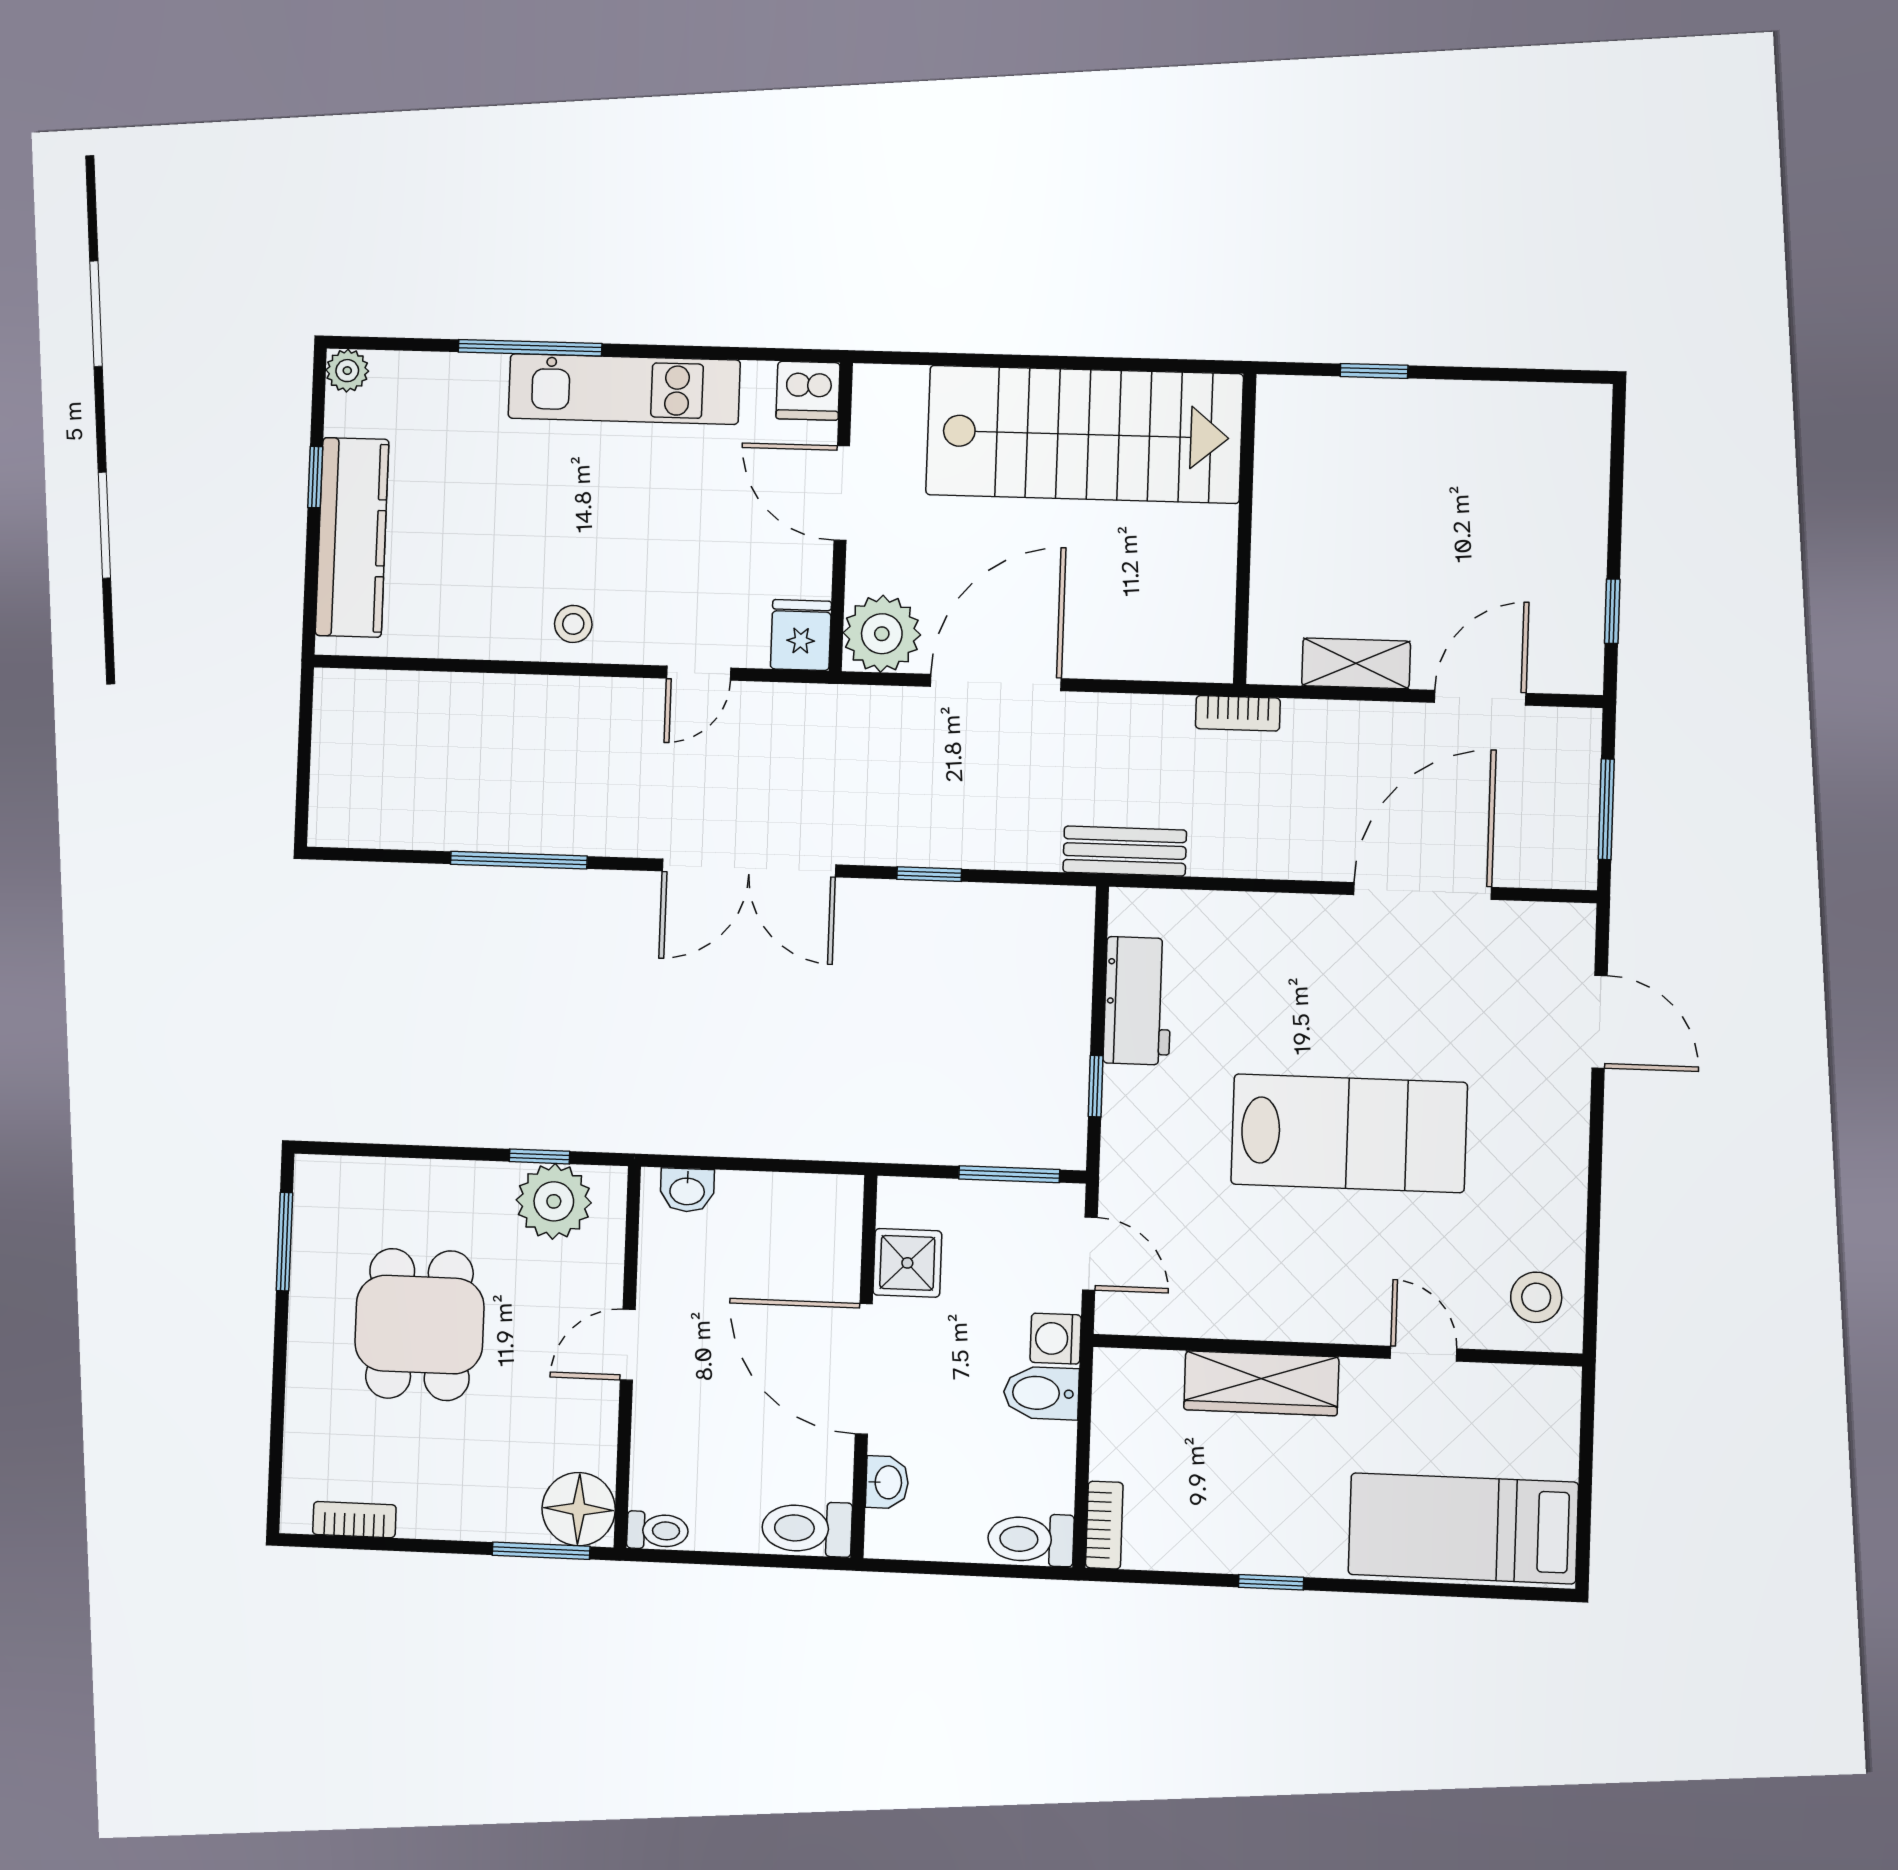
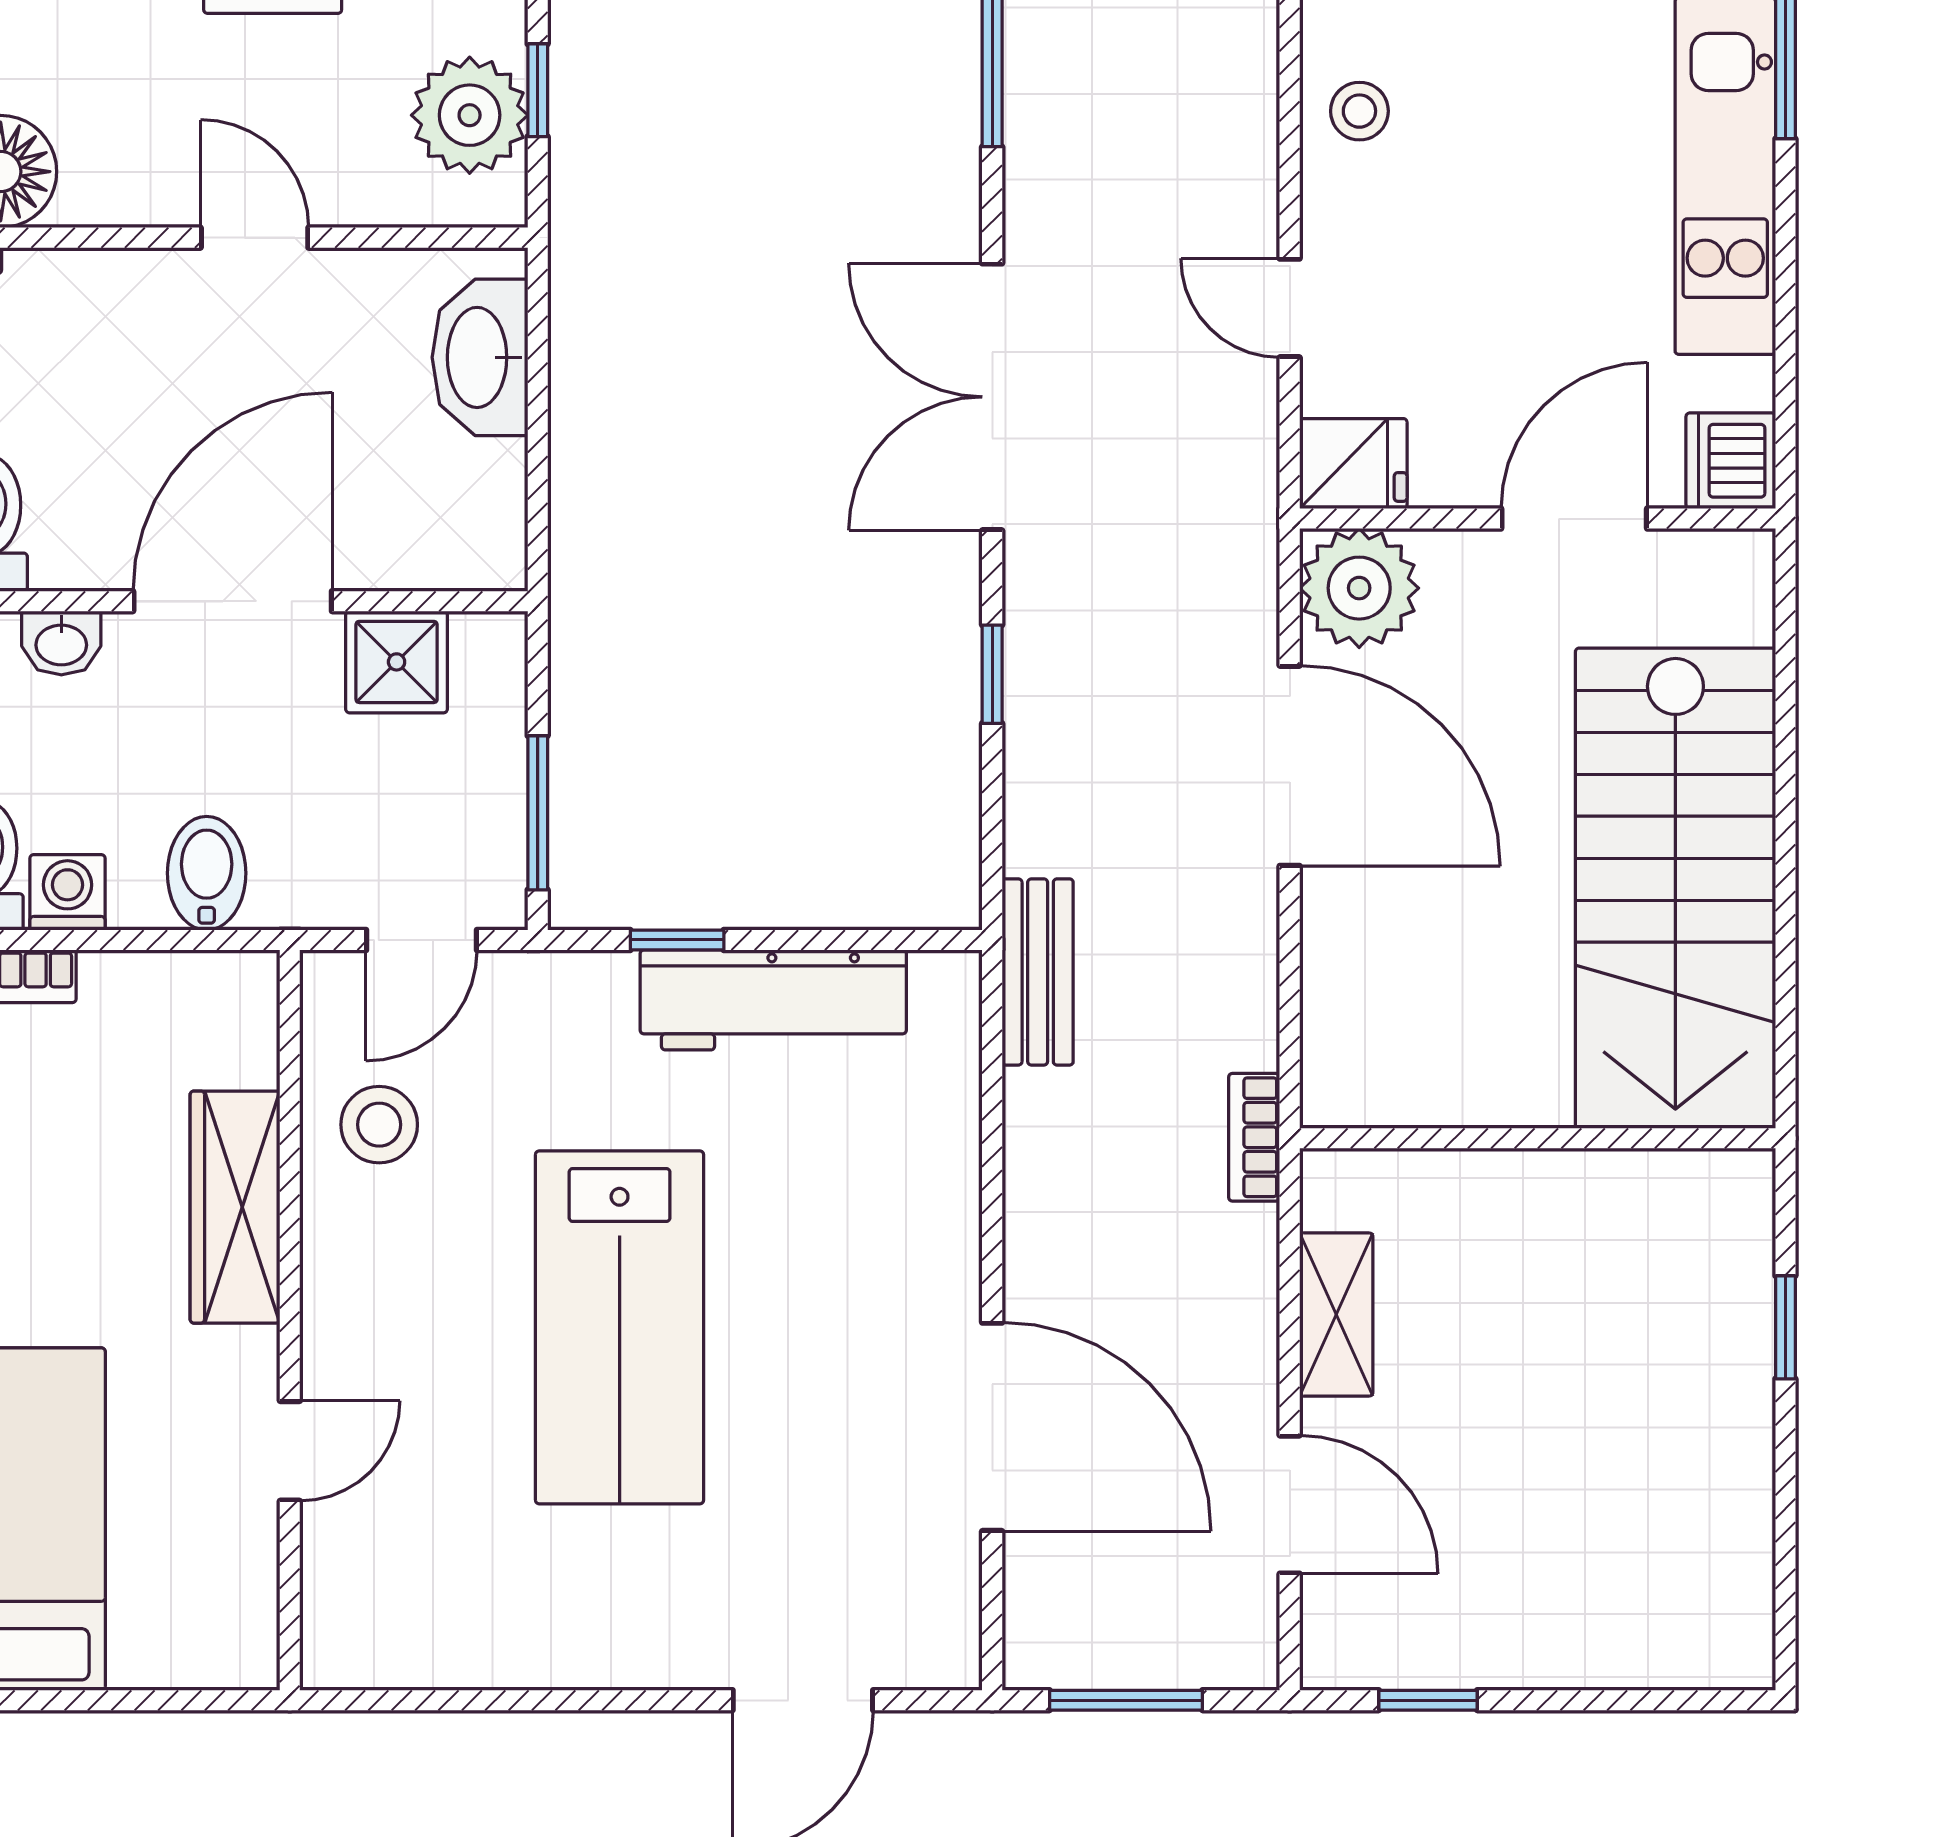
workbench: (1138, 1001) -> (773, 1000), width x1.38
washbasin: (687, 1190) -> (480, 357), width x1.91, depth x1.45
stool: (1536, 1297) -> (379, 1125), moved
washing machine: (1056, 1339) -> (67, 892), moved

